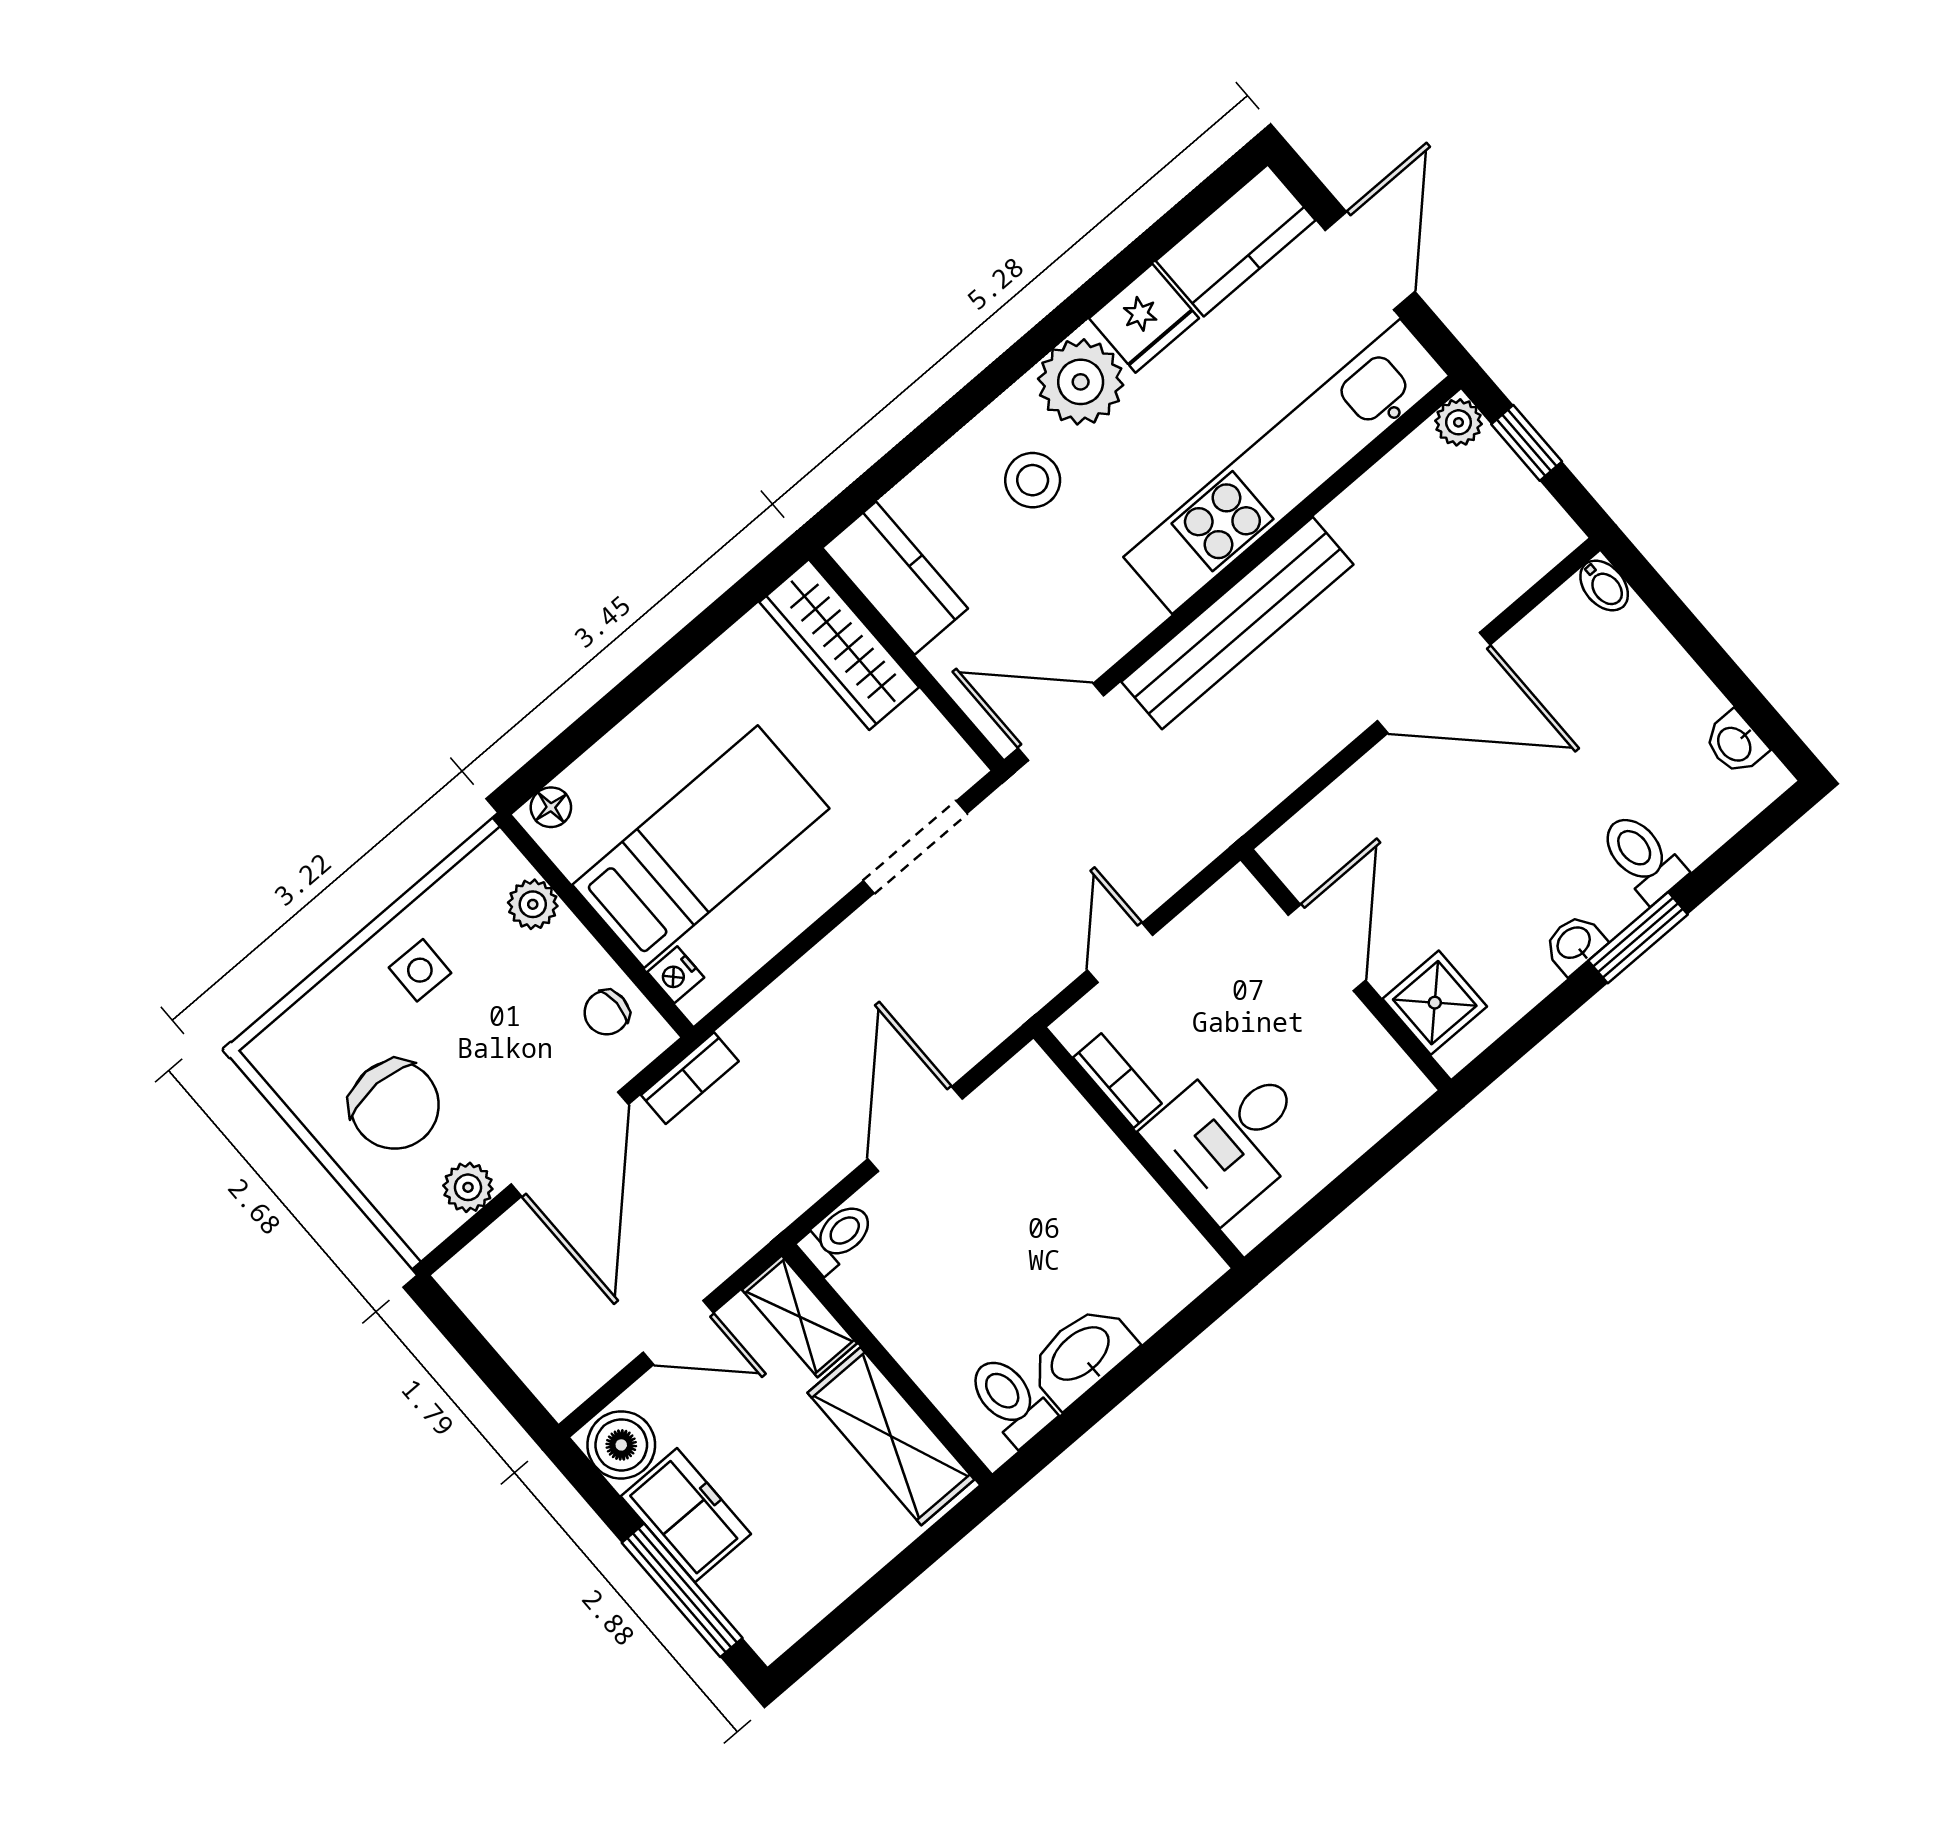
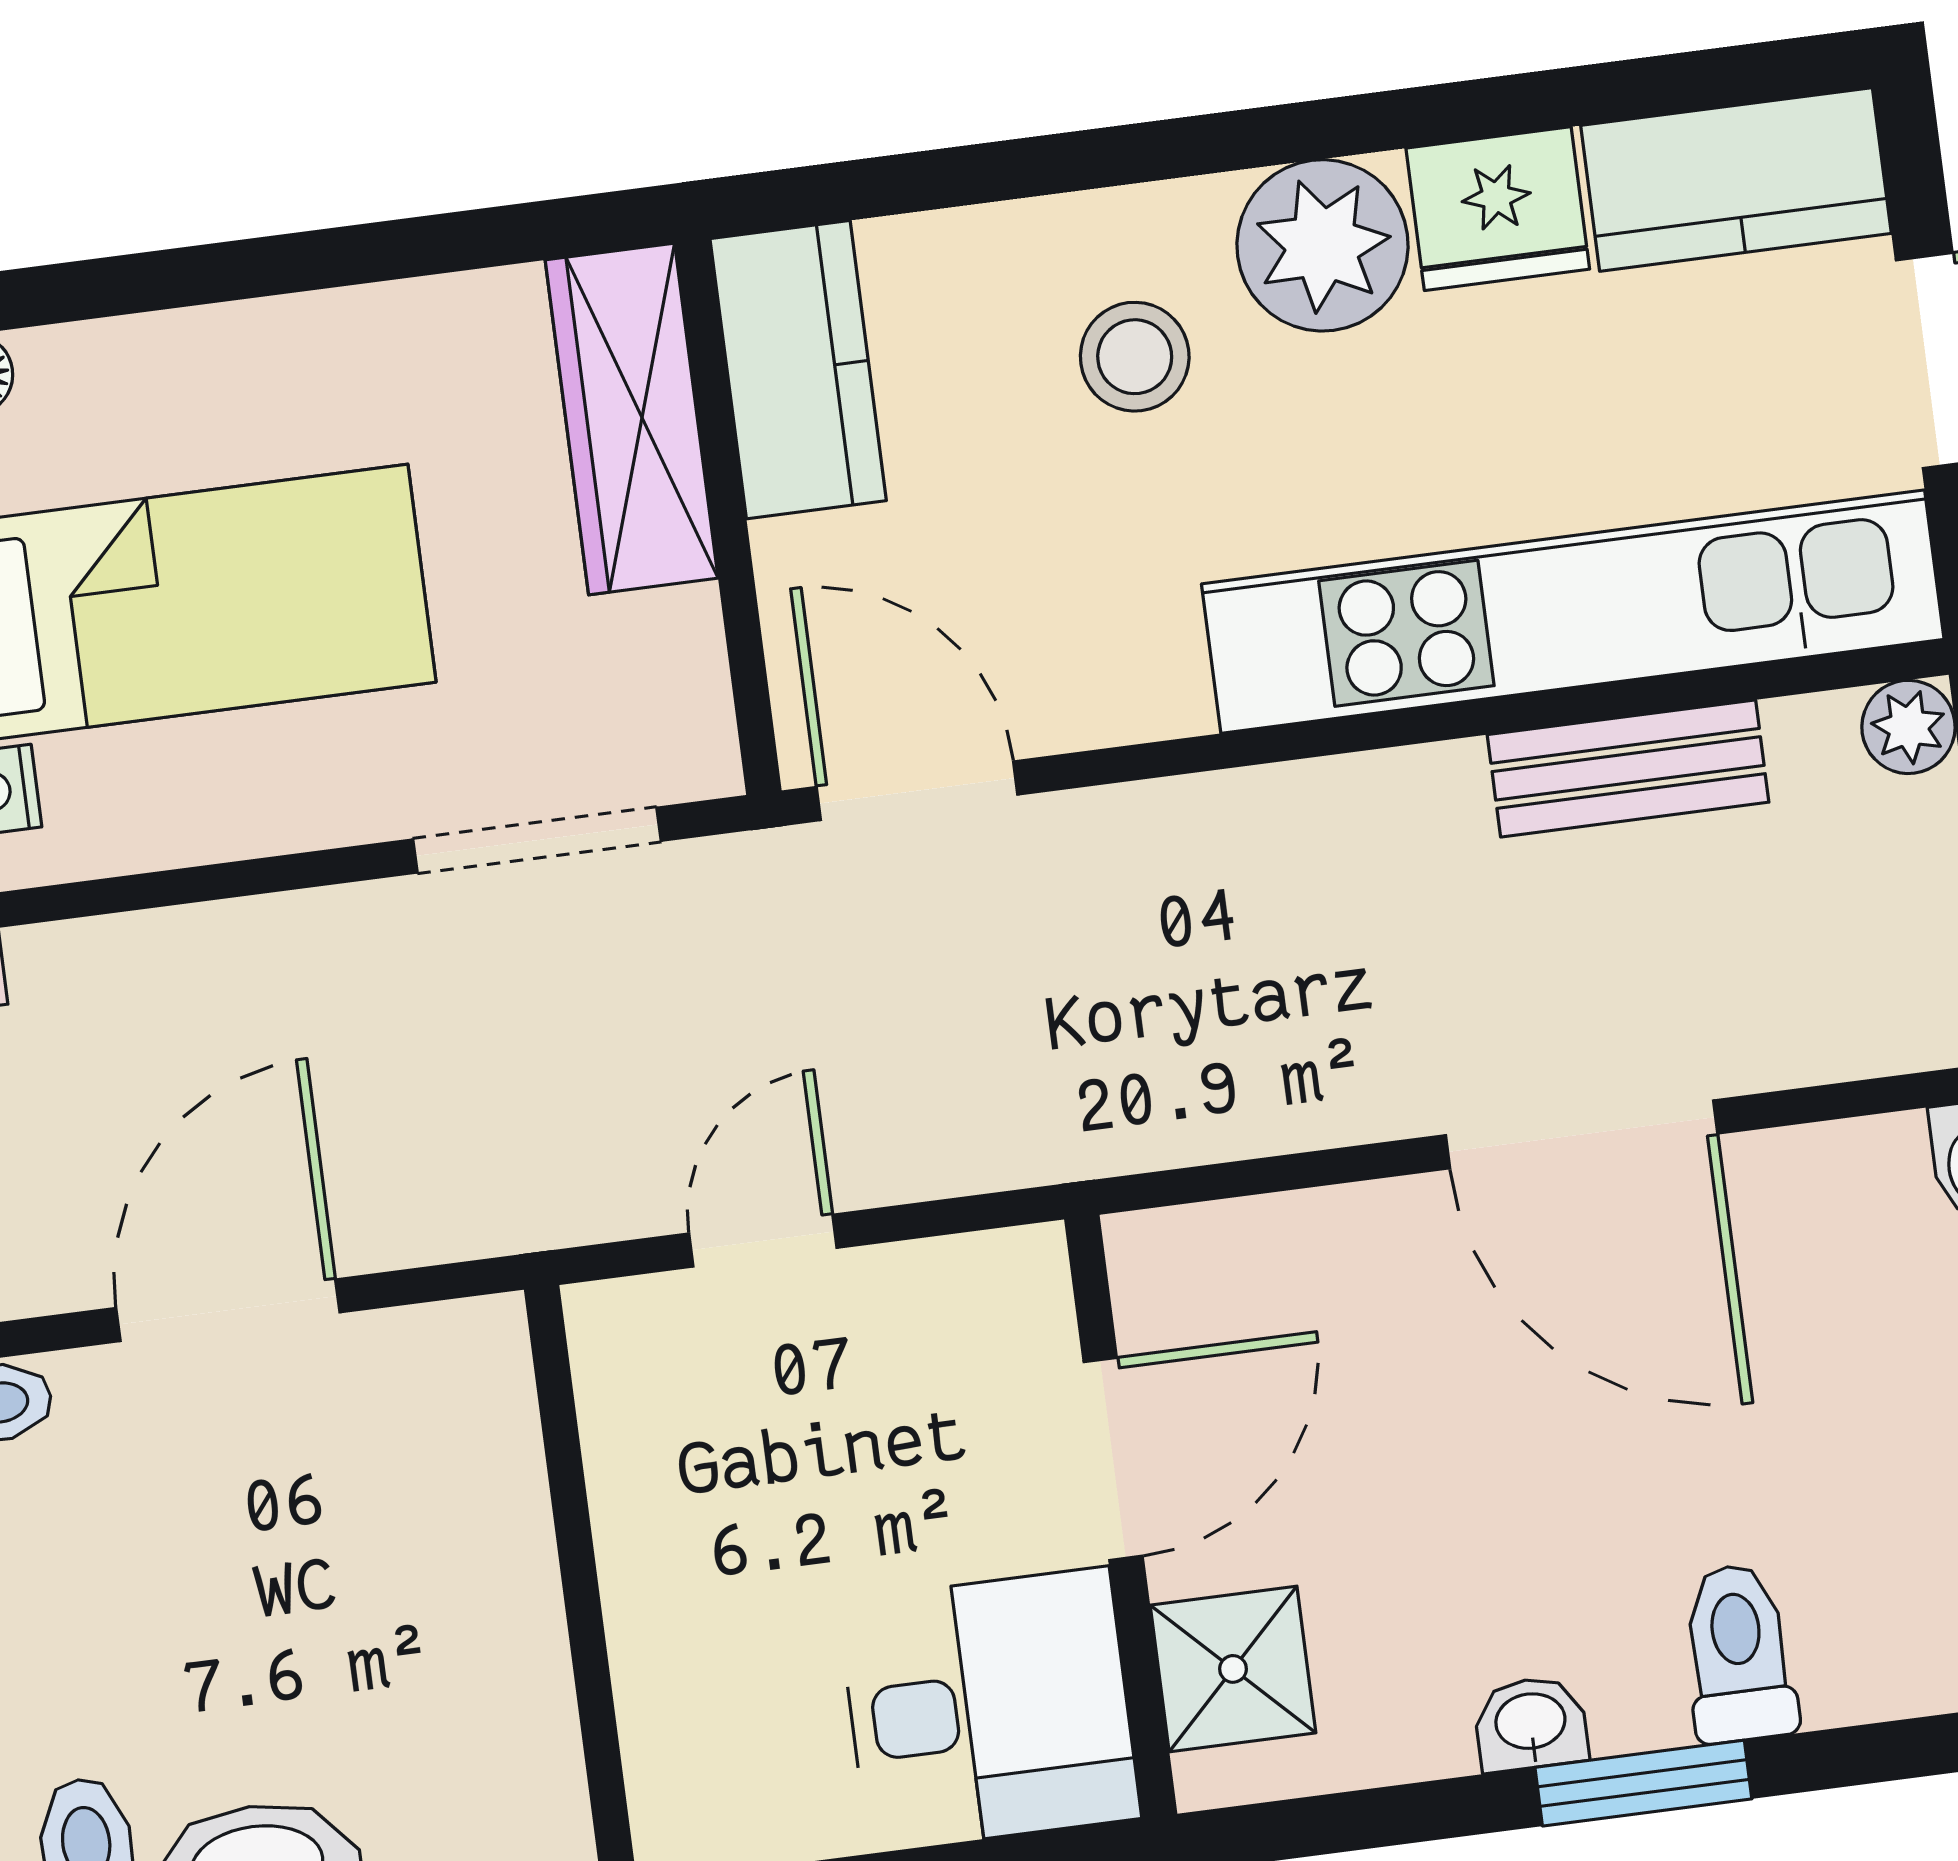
bench: (1237, 623) -> (1628, 768), moved, width x0.54, depth x0.82
bookcase: (1117, 1081) -> (618, 1451), removed
desk: (1231, 1135) -> (989, 1710), moved, turned 180

